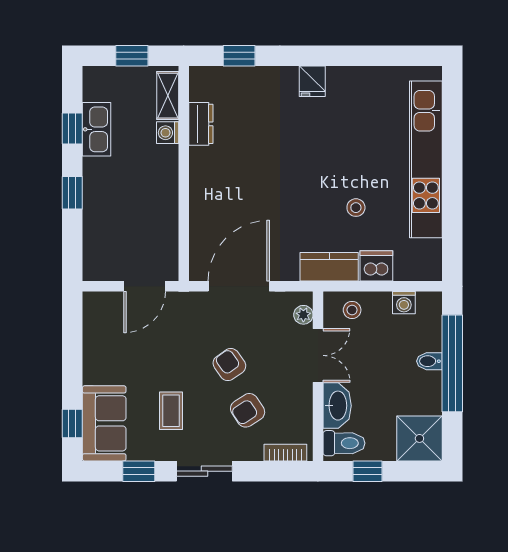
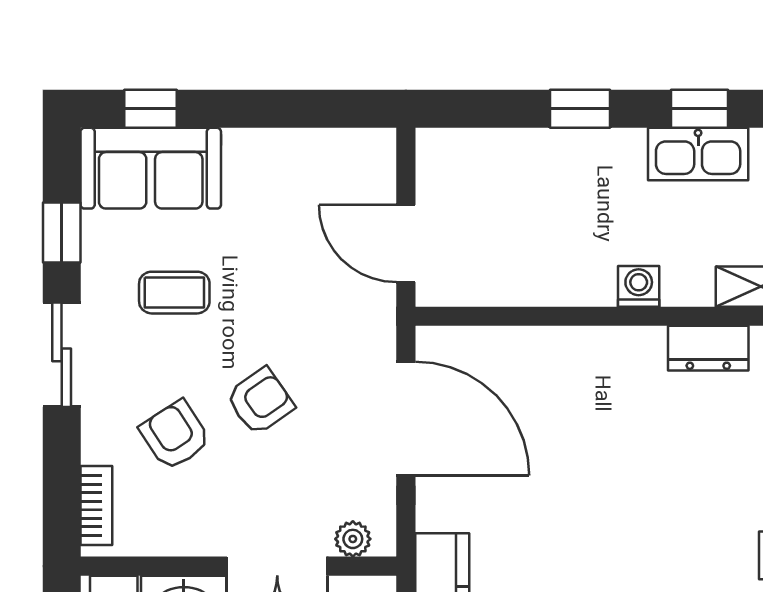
washing machine: (168, 133) -> (639, 286), moved

